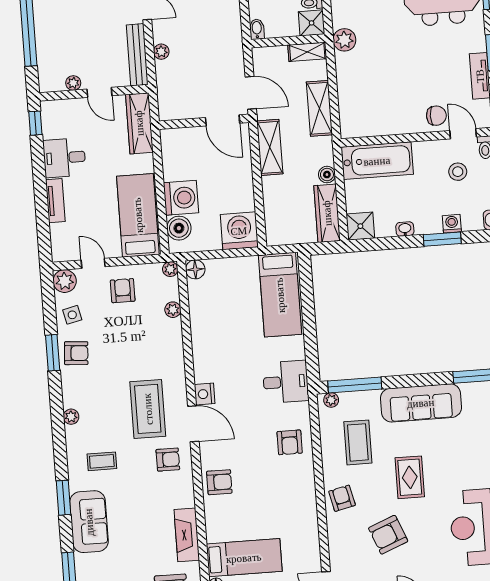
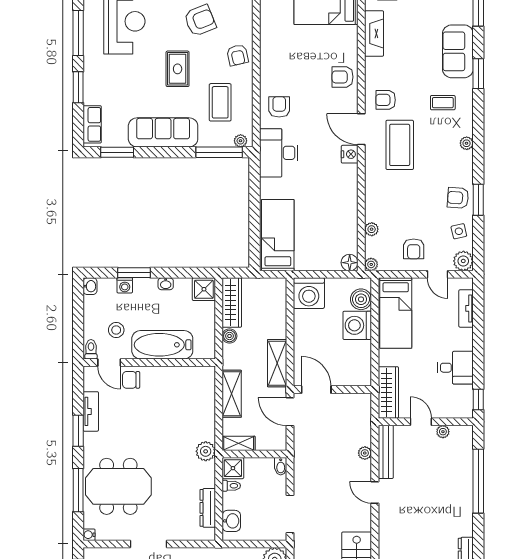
bathtub: (377, 161) -> (162, 345), moved
tv unit: (55, 201) -> (466, 308), moved
desk: (286, 382) -> (279, 153), width x1.37

